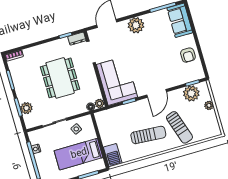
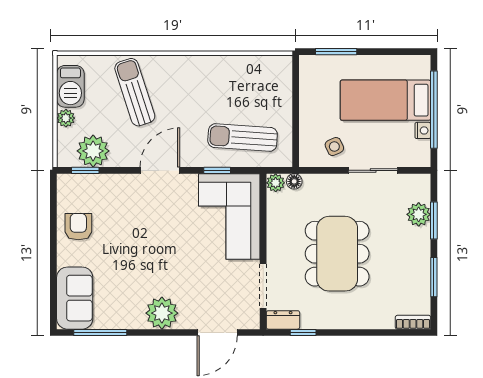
sun lounger: (148, 135) -> (243, 138), moved
bed: (79, 154) -> (385, 100), moved, turned 180
barbecue: (113, 155) -> (70, 86), moved, turned 180

